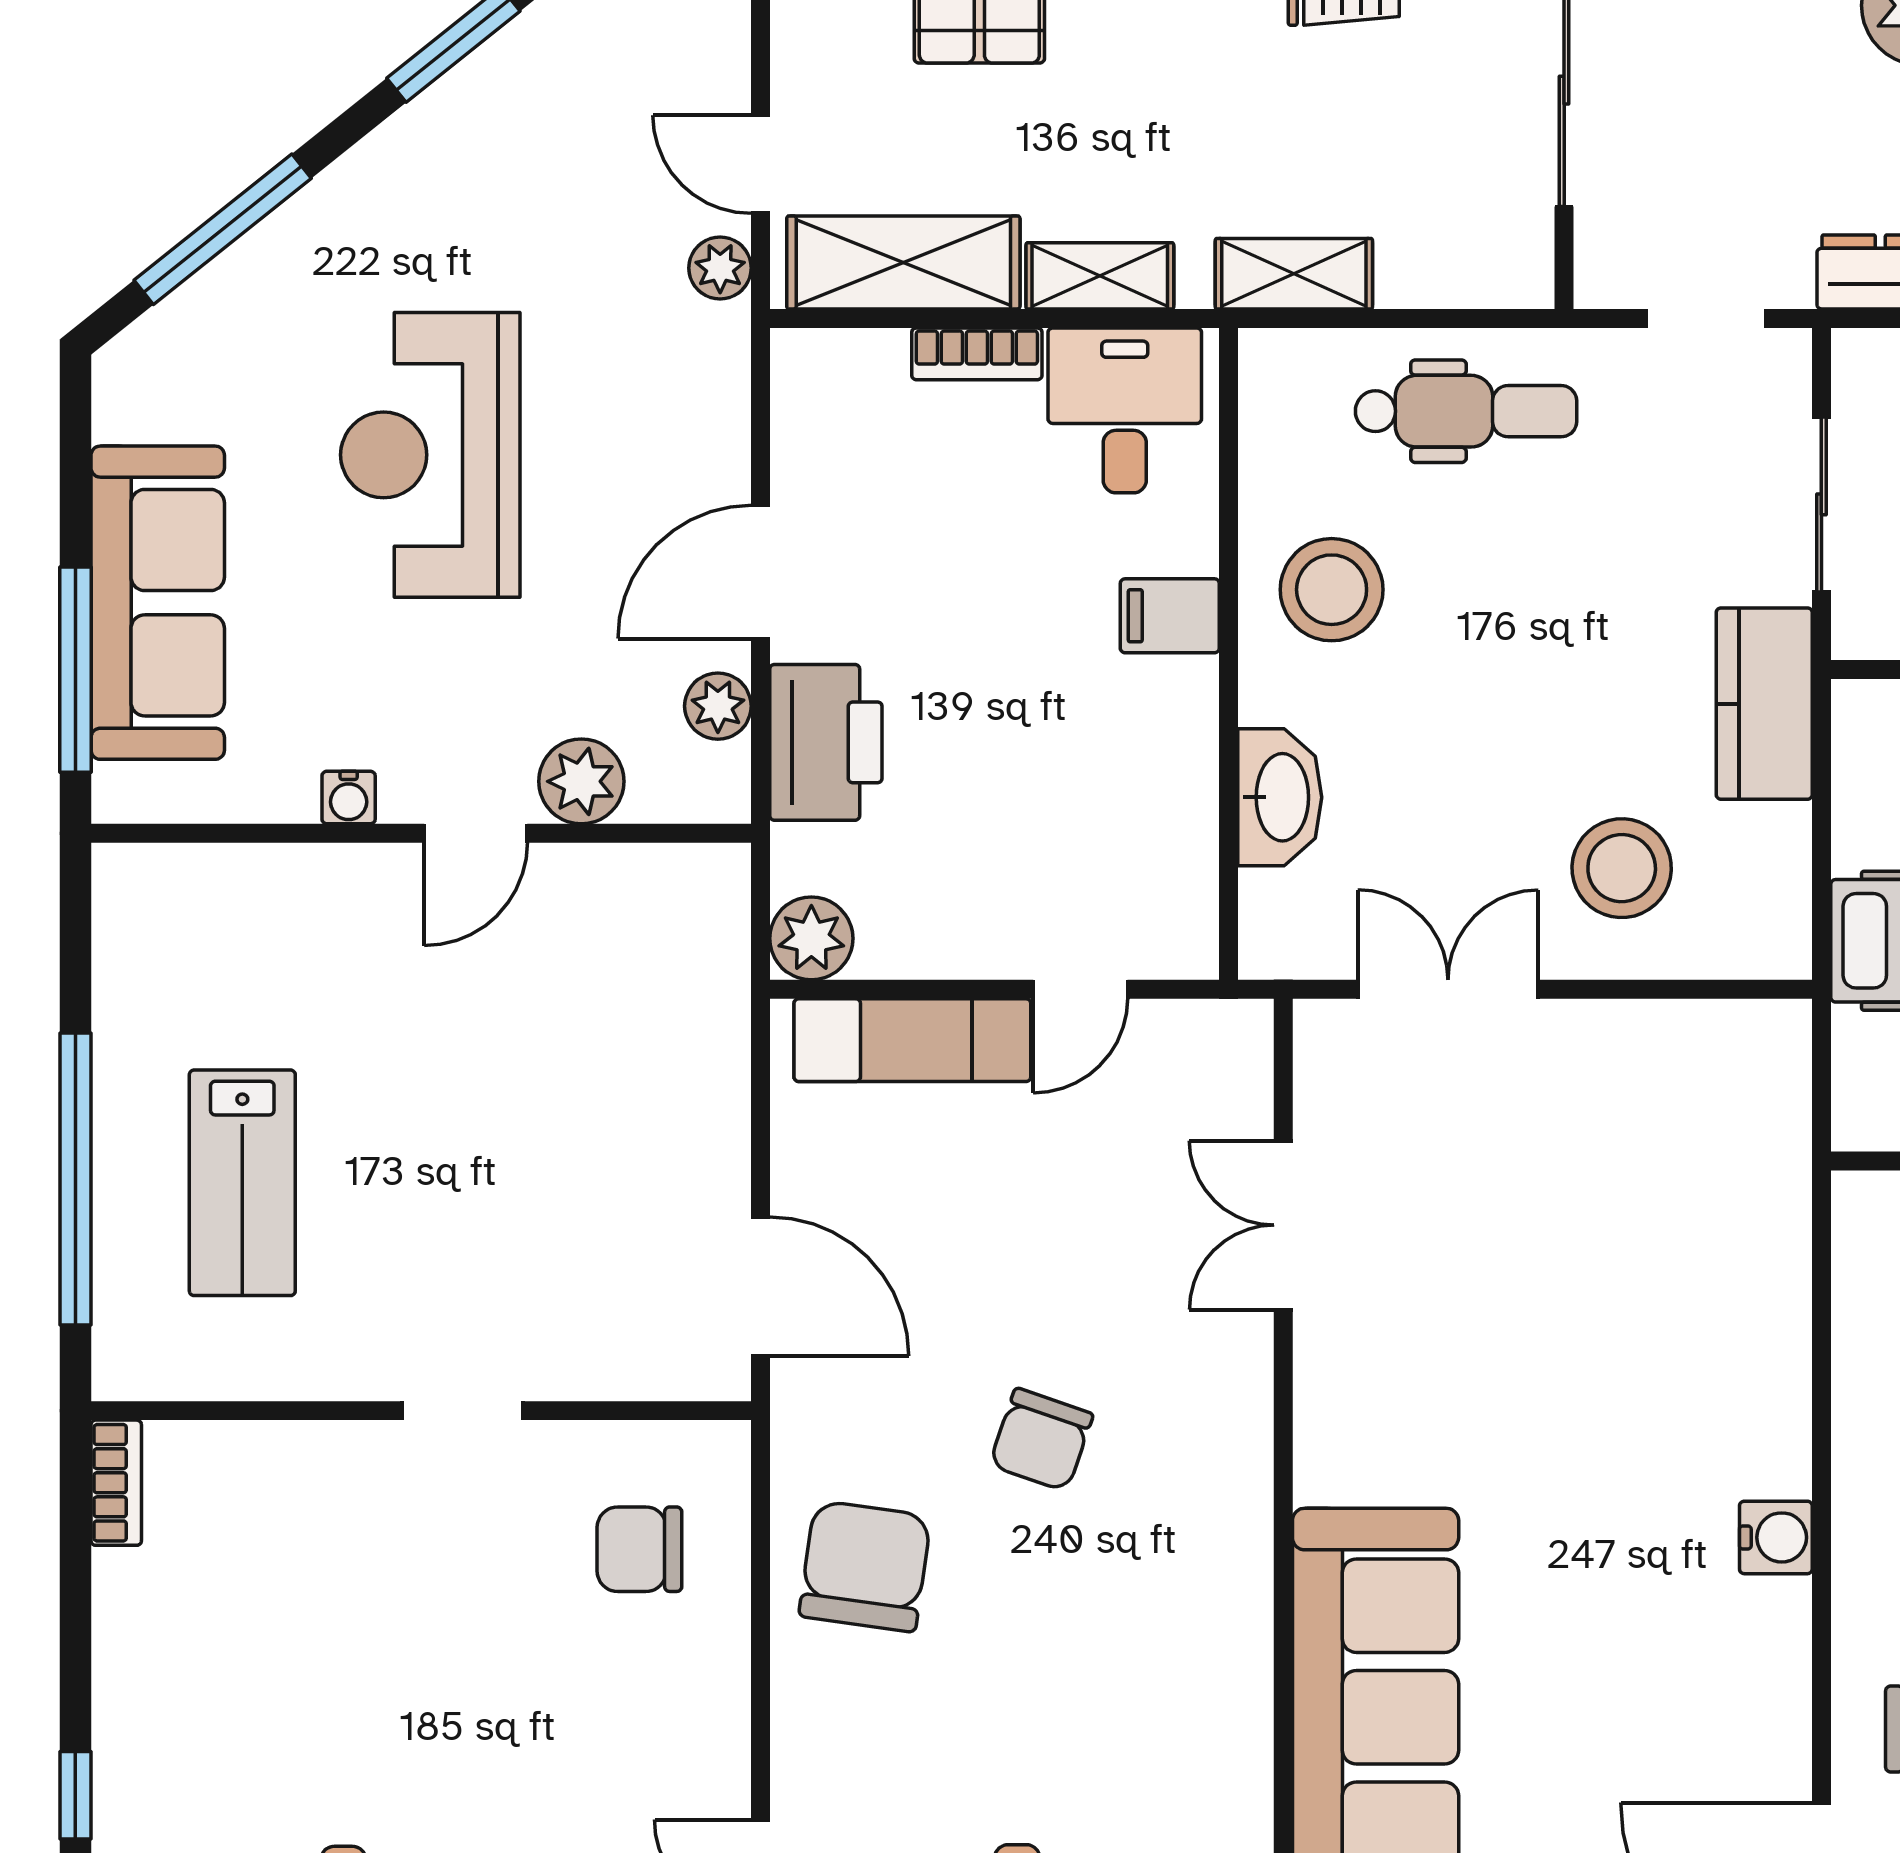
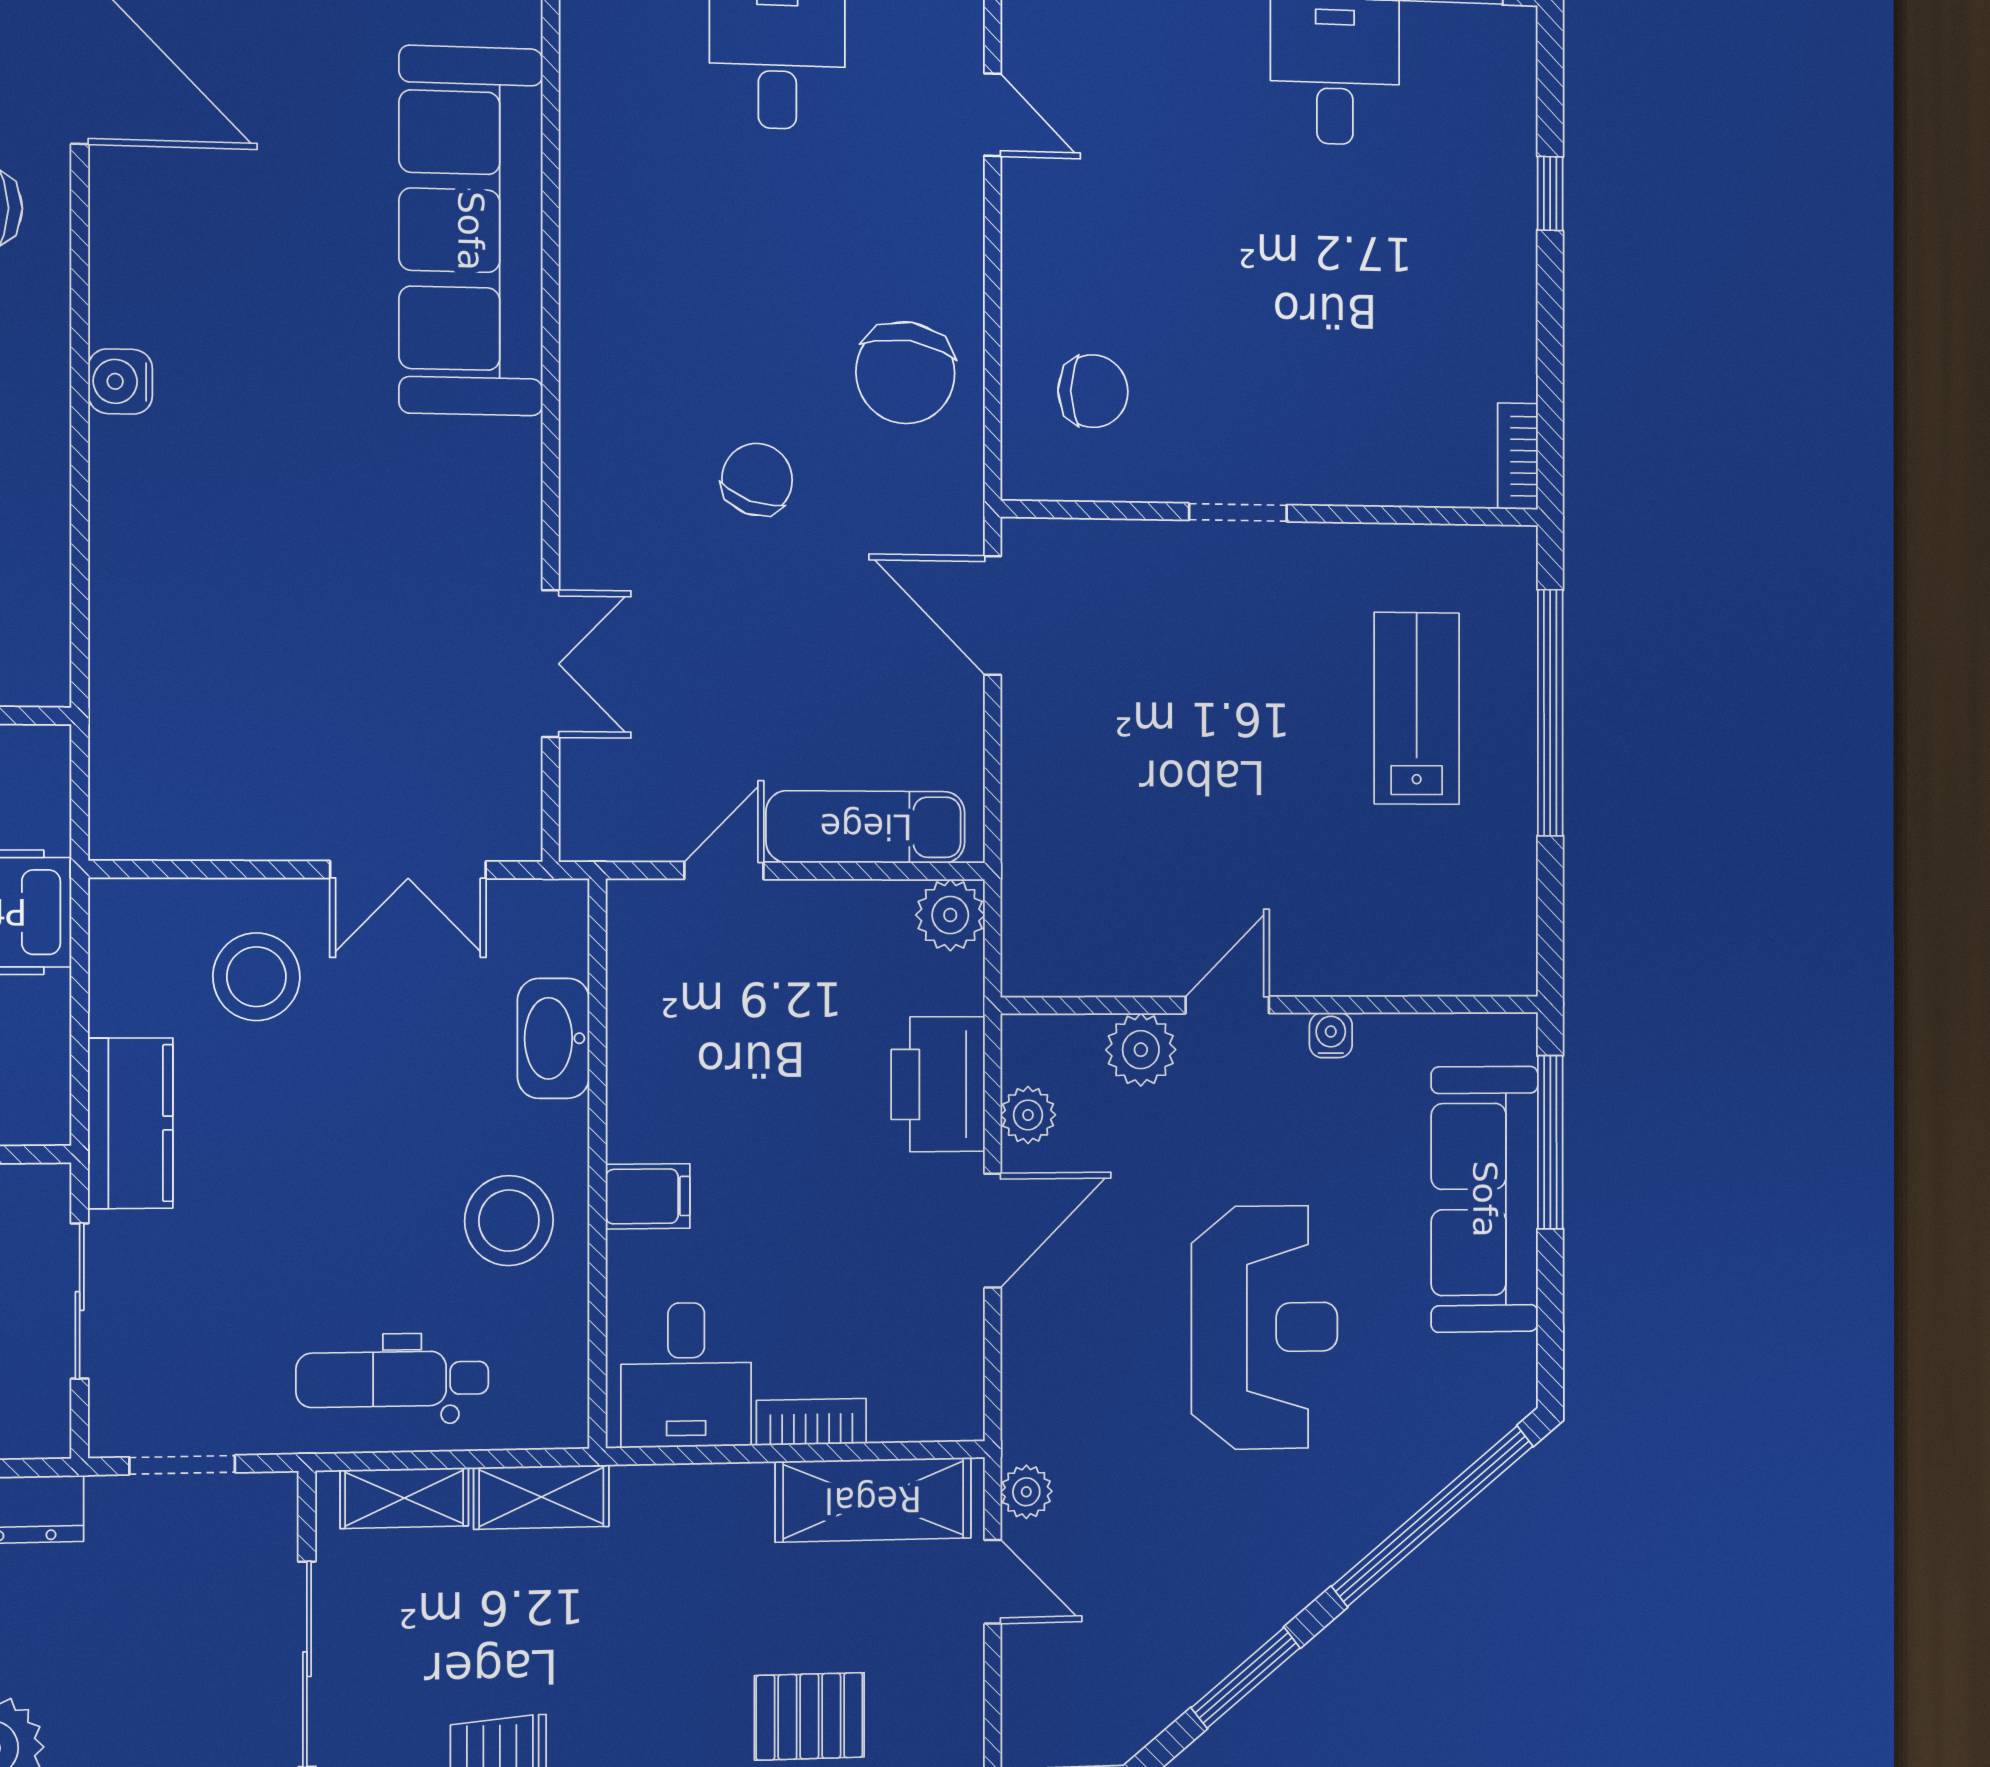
window: (223, 229) -> (1433, 1516), width x1.46
shelving: (1100, 276) -> (404, 1498), moved

